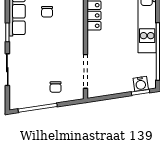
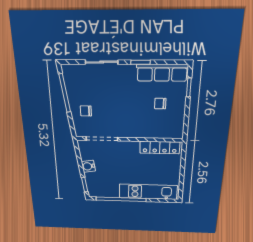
water cooler: (141, 84) -> (88, 166), moved

